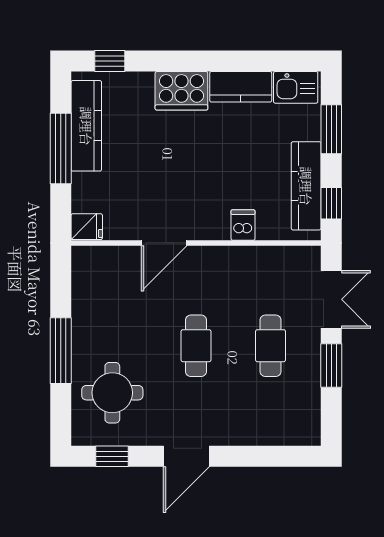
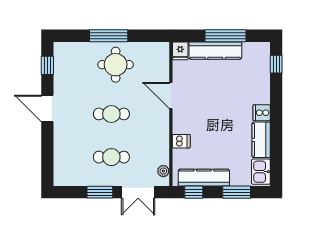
cooker: (181, 91) -> (262, 113), width x0.53, depth x0.76
kitchen counter: (86, 126) -> (215, 51), moved
plant: (295, 256) -> (163, 171), added
round table: (112, 393) -> (116, 65), moved

